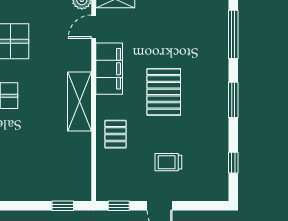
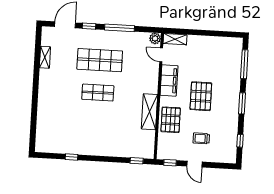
door: (94, 27) -> (161, 55), hinge flipped
shelving: (79, 101) -> (149, 112), moved
pallet: (116, 134) -> (171, 120), width x1.50, depth x1.42

